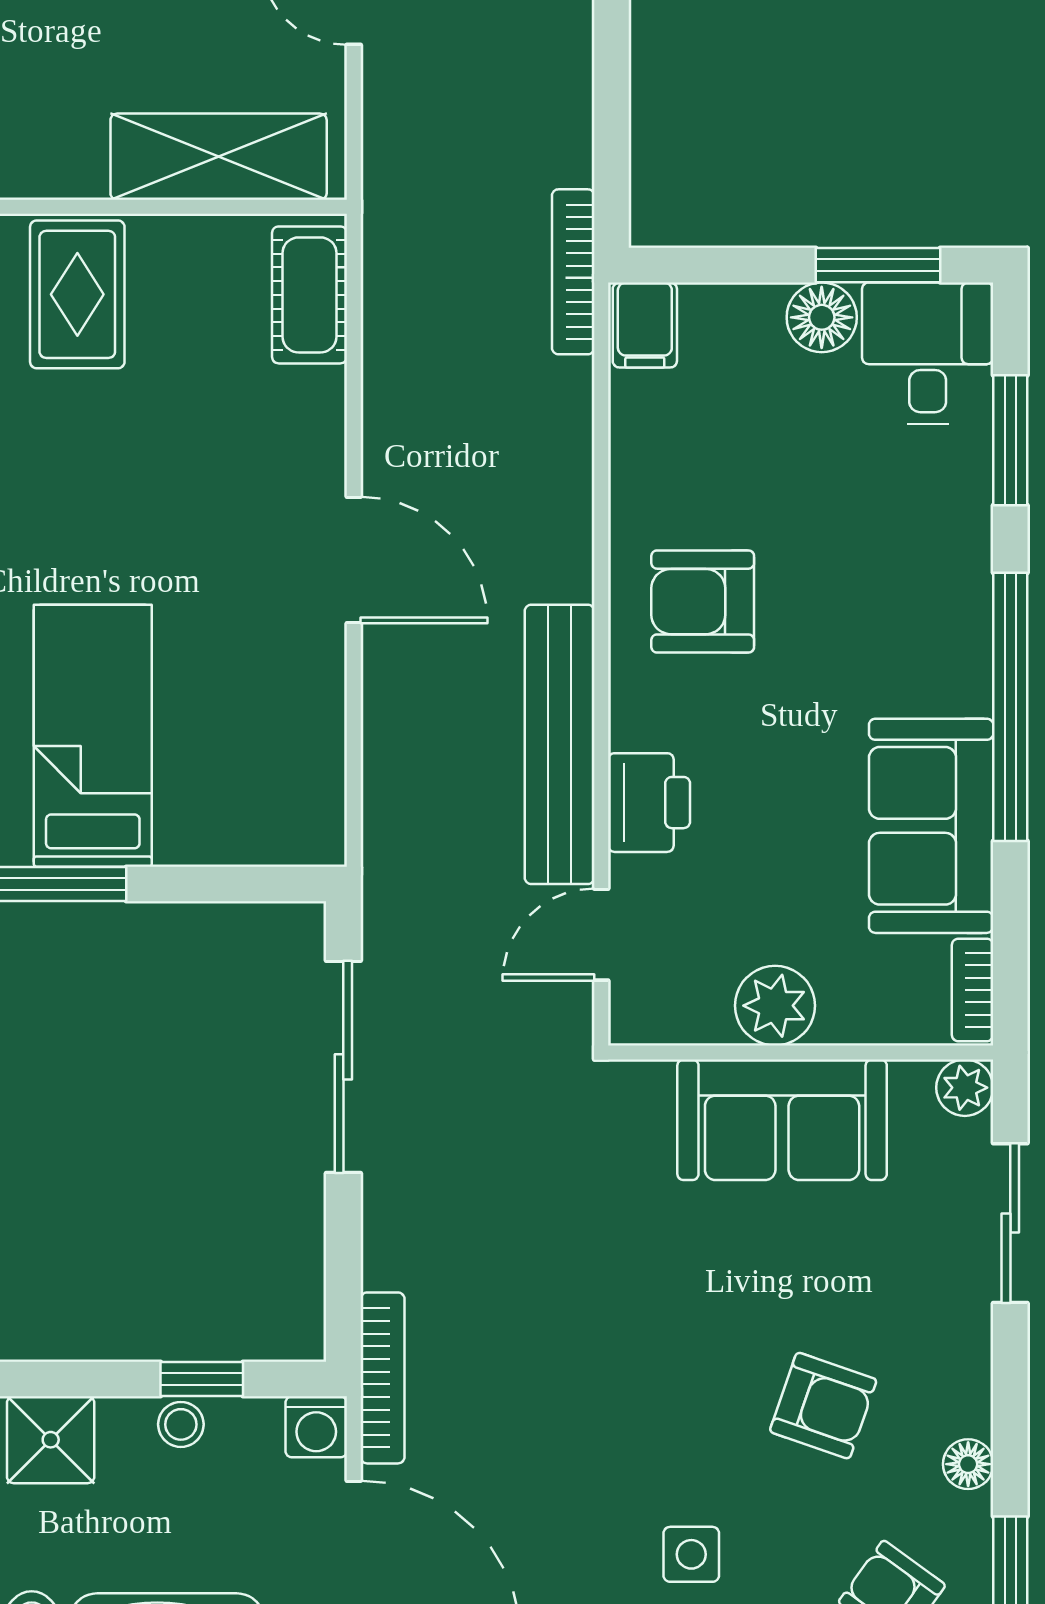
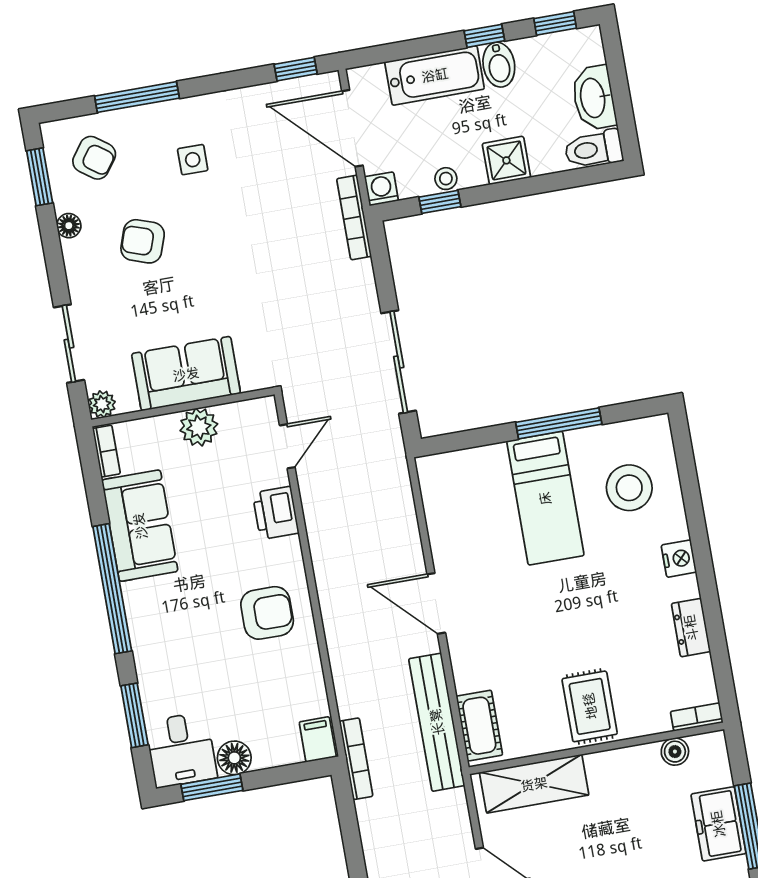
bench: (560, 744) -> (437, 722), moved

